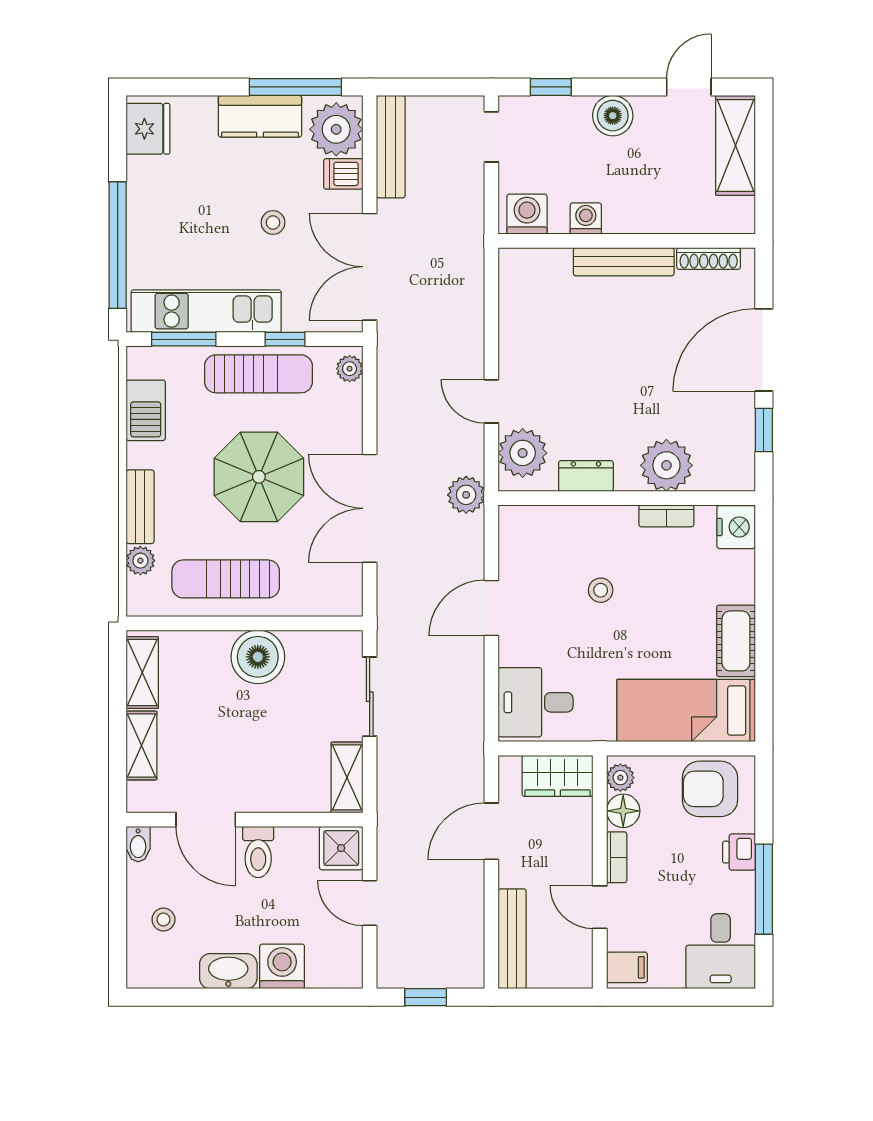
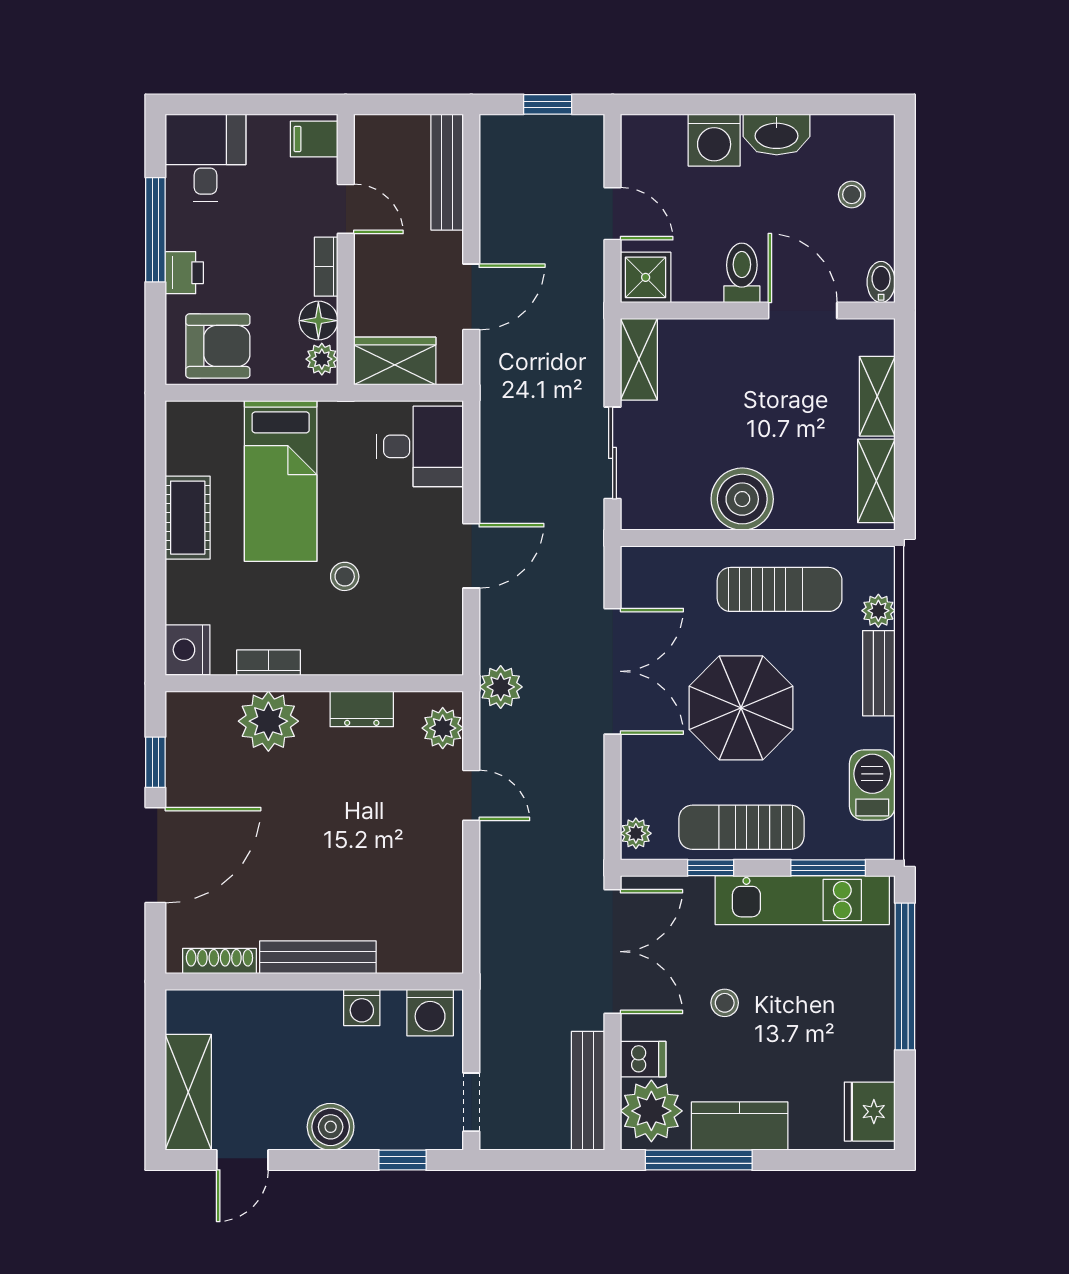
plant: (523, 453) -> (443, 728), width x0.73, depth x0.73
bed: (686, 711) -> (281, 481), moved, turned 90

